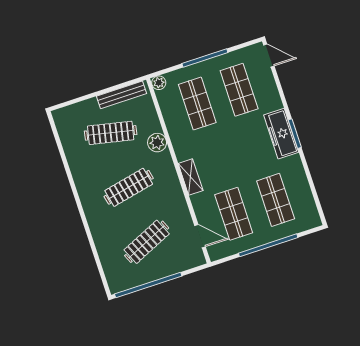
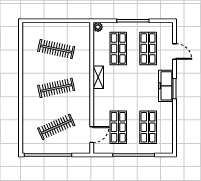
door: (269, 55) -> (175, 51), moved
bench: (121, 95) -> (71, 27), removed
plant: (157, 143) -> (84, 65), removed
shelving: (191, 177) -> (98, 77), moved
door: (200, 236) -> (92, 135), hinge flipped

